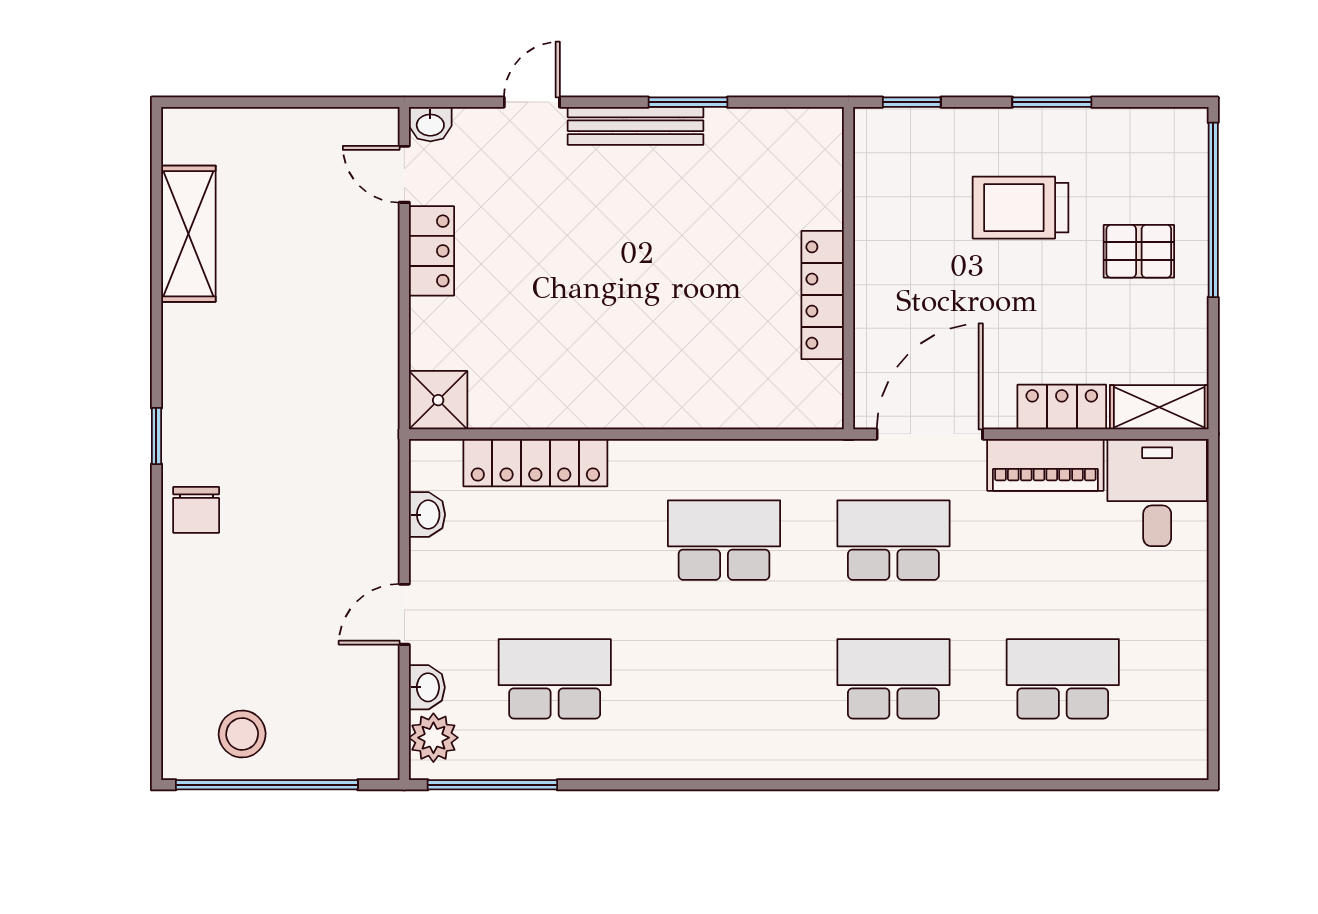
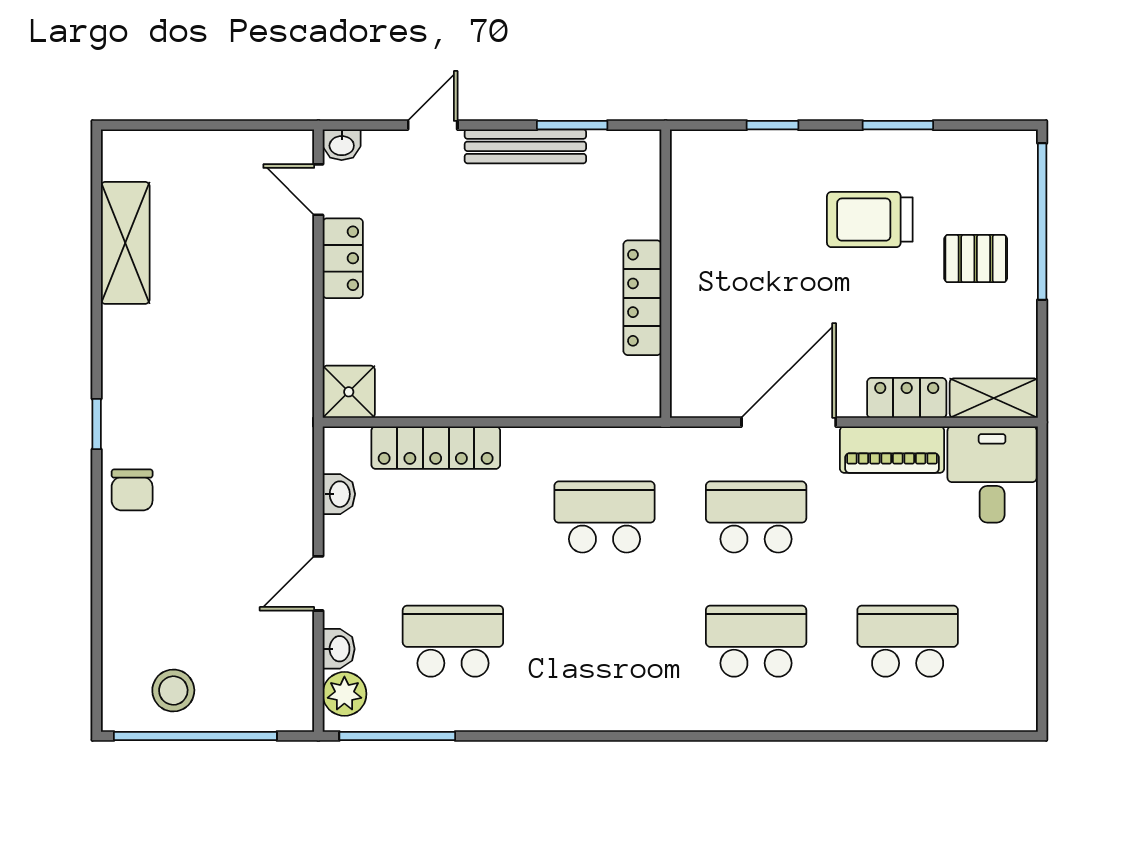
wall: (848, 268) -> (666, 274), moved
locker: (823, 295) -> (642, 298), moved

